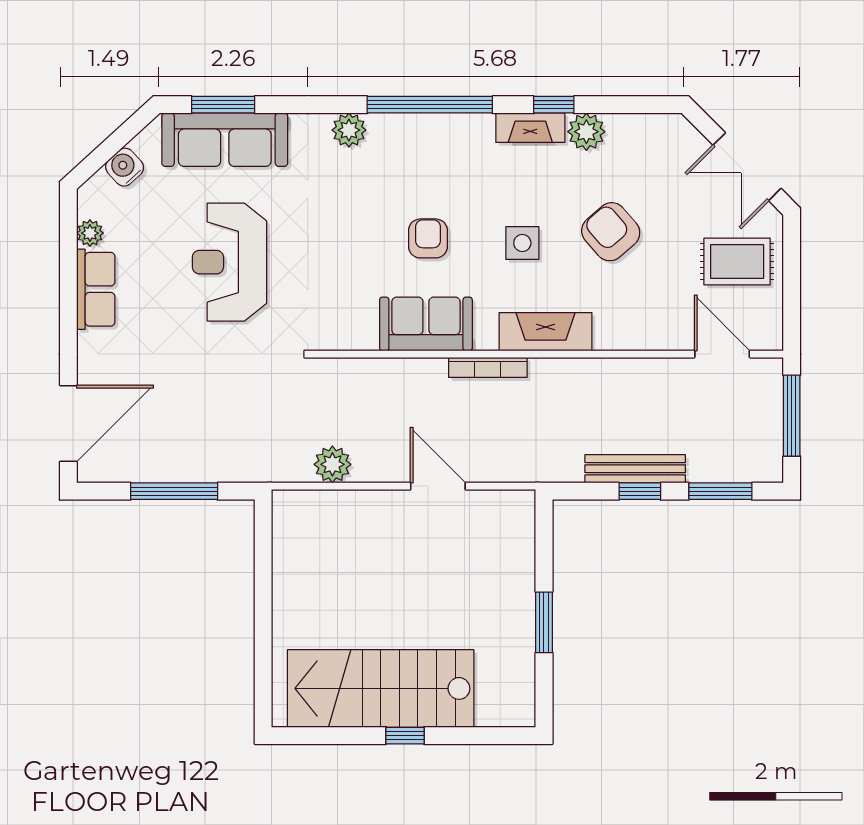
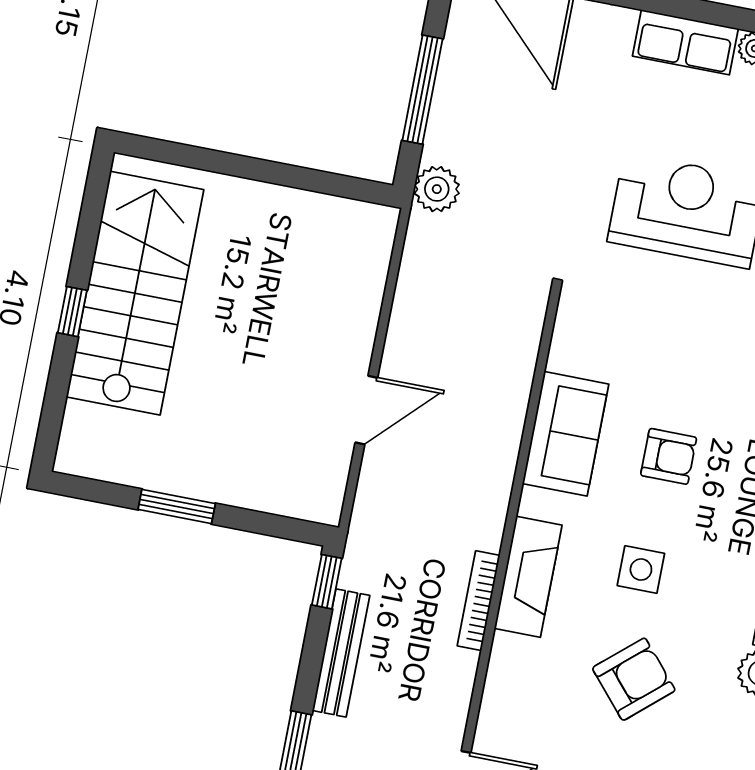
bookcase: (488, 367) -> (479, 601), moved
plant: (332, 464) -> (437, 189), moved
window: (640, 491) -> (327, 582), moved

